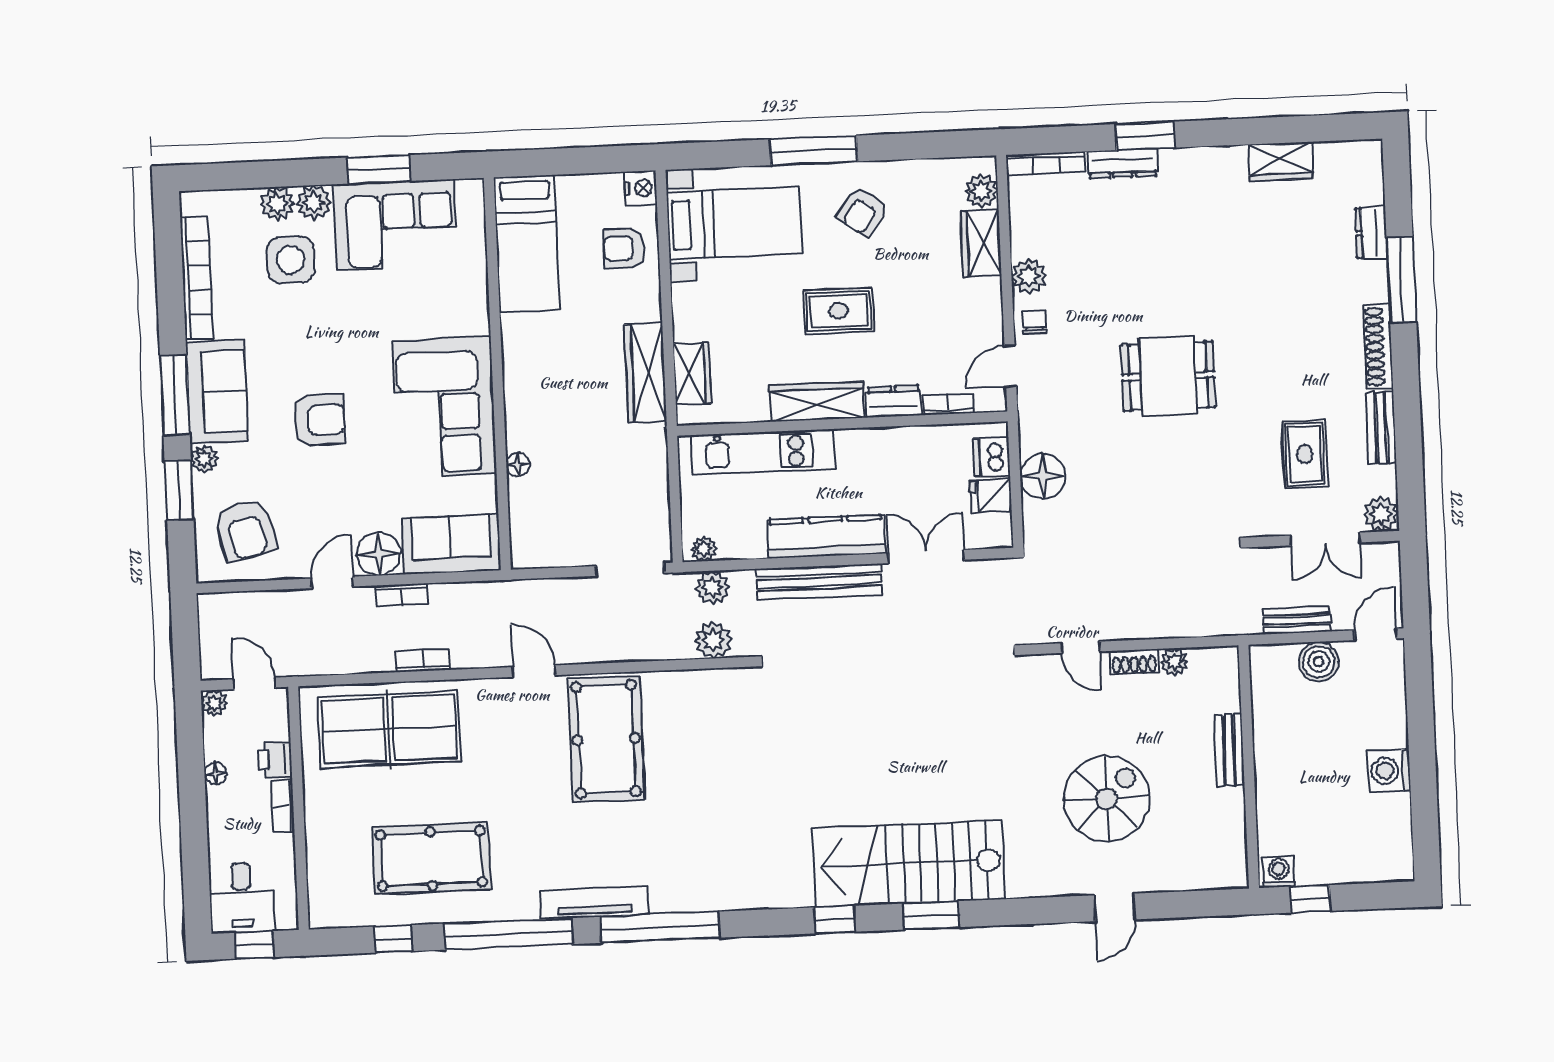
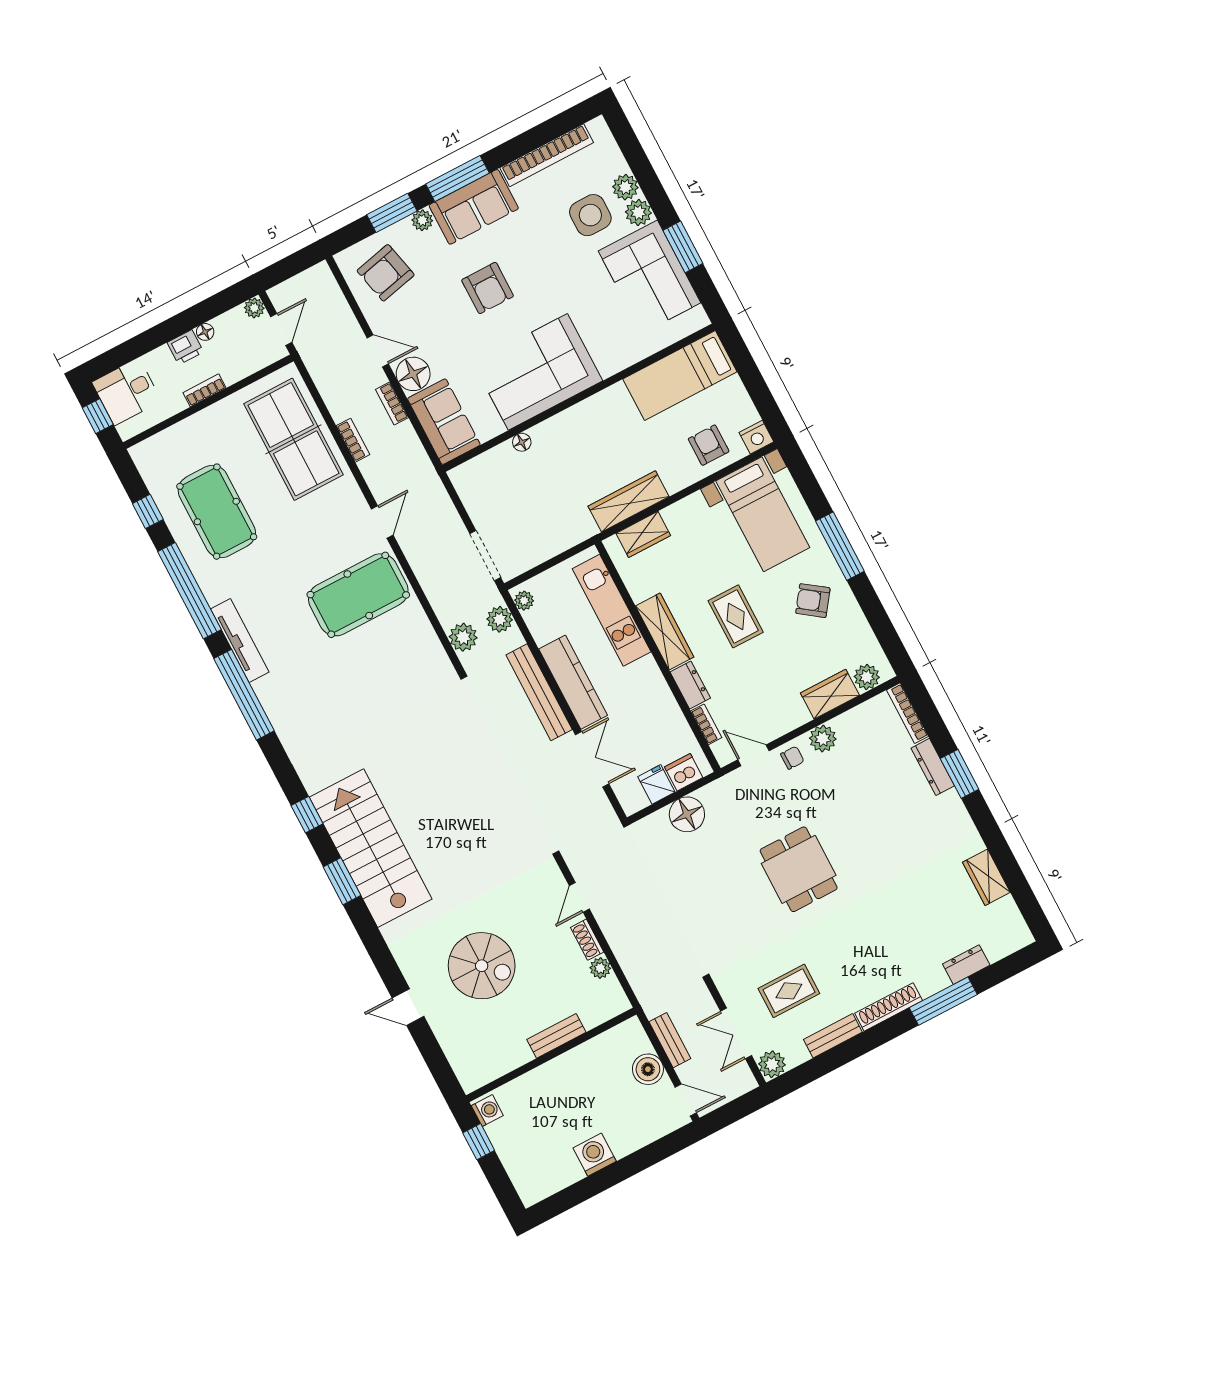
printer: (275, 760) -> (185, 347), moved, turned 180

